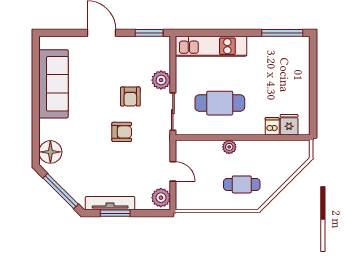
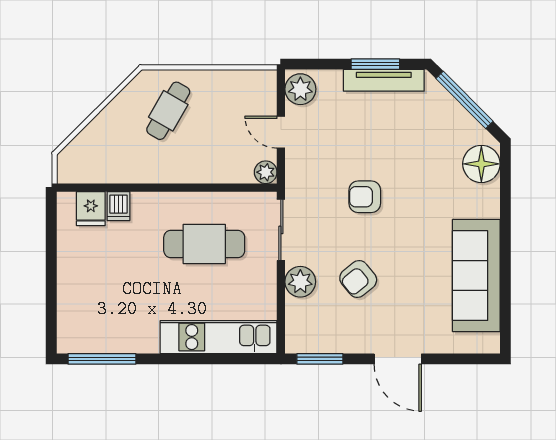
armchair: (130, 97) -> (358, 279), moved, turned -129
plant: (229, 147) -> (266, 172), moved
cafe table: (242, 184) -> (168, 111), turned -60

